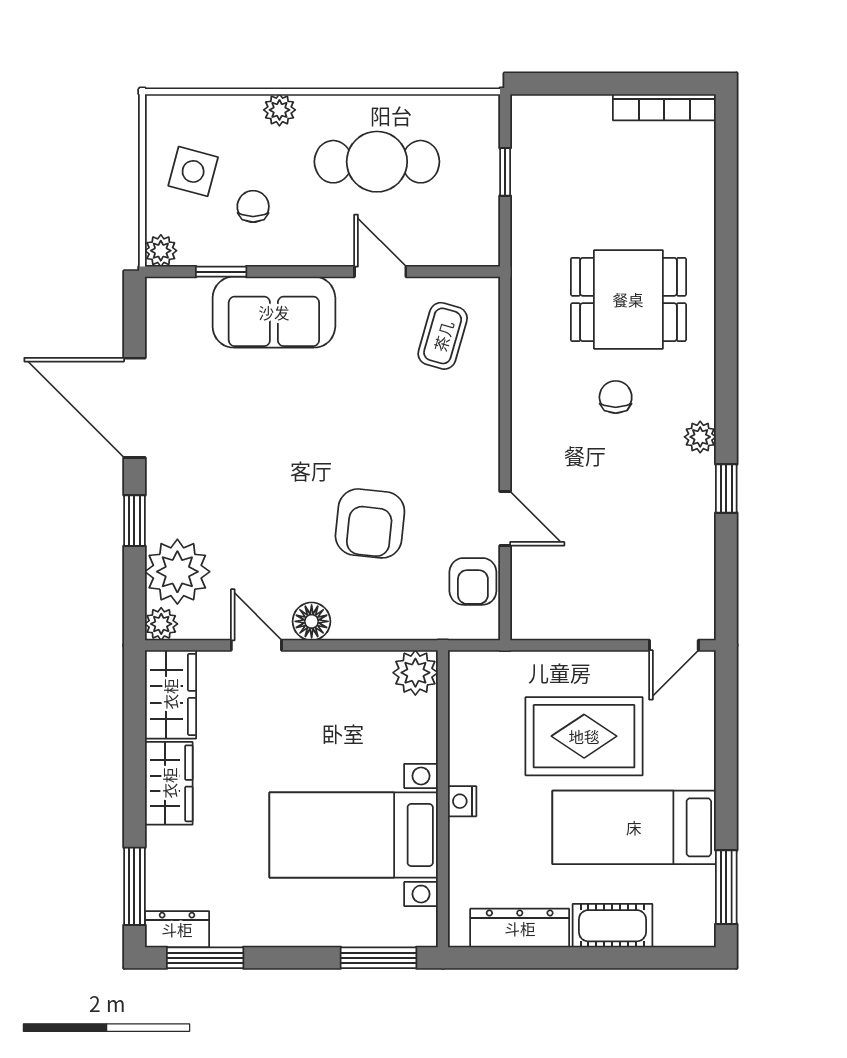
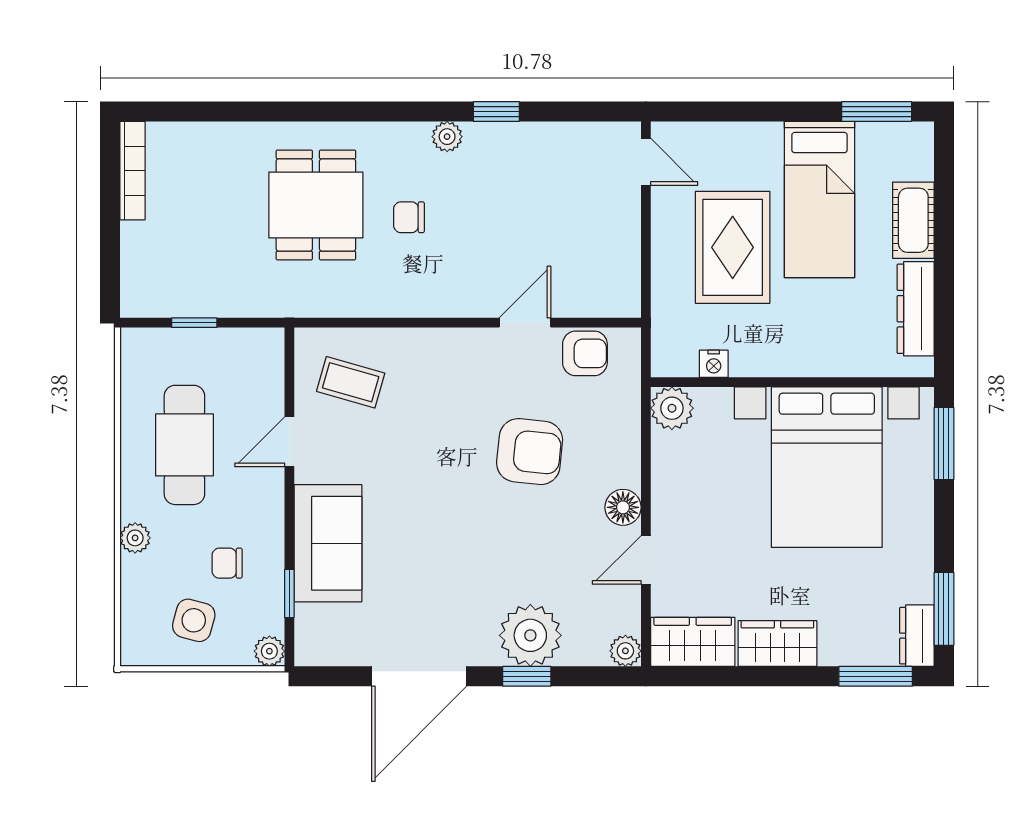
plant: (177, 572) -> (530, 635), moved
nightstand: (462, 801) -> (714, 364), moved
bed with nightstands: (354, 835) -> (827, 467), width x1.36

